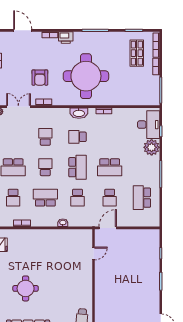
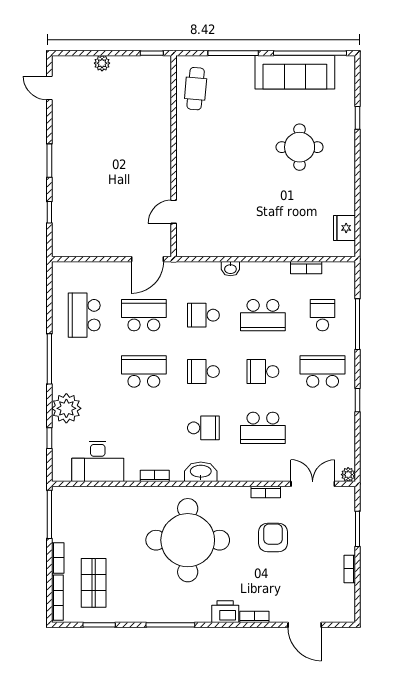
double door: (18, 107) -> (313, 484), swing flipped
desk: (149, 125) -> (98, 461), moved, turned -90
school desk: (45, 137) -> (263, 428), width x1.85
school desk: (45, 167) -> (263, 372), turned 90
school desk: (77, 167) -> (203, 372), width x0.54
school desk: (77, 198) -> (203, 315), turned -90
school desk: (110, 198) -> (144, 315), width x1.85
school desk: (142, 198) -> (84, 315), turned 180

